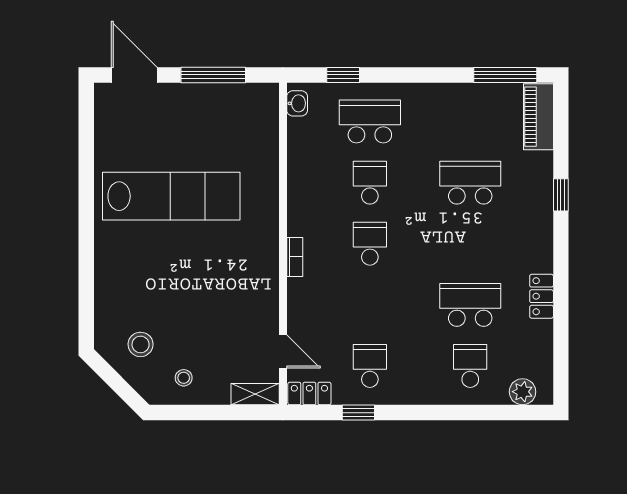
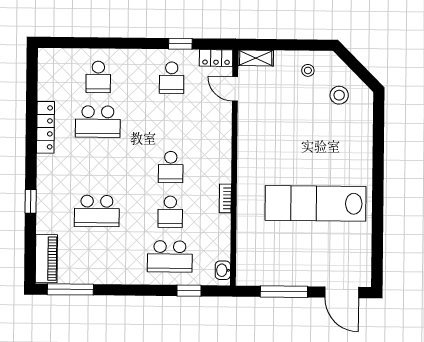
bookcase: (295, 257) -> (225, 198), moved
locker: (542, 296) -> (46, 127), width x1.53
plant: (523, 392) -> (60, 58), removed

